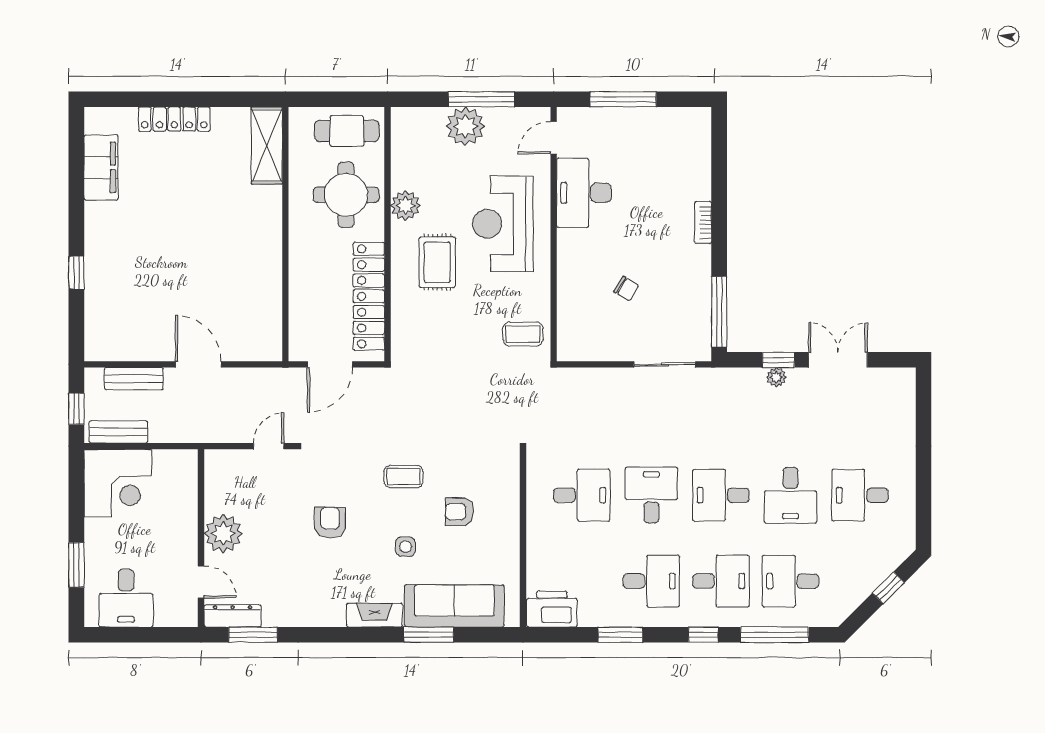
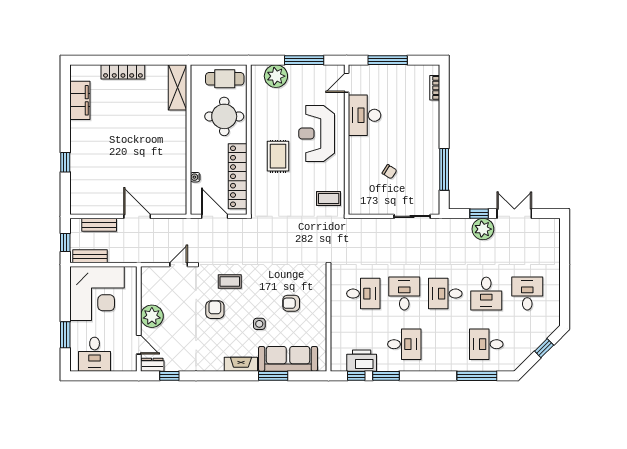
plant: (465, 126) -> (276, 76), moved
plant: (406, 206) -> (259, 123), removed
bookcase: (703, 223) -> (435, 88), moved
water cooler: (297, 298) -> (195, 177), added
window: (719, 312) -> (444, 169), moved
door: (330, 364) -> (215, 216), swing flipped
plant: (776, 377) -> (483, 229), width x1.87, depth x1.87
coffee table: (403, 477) -> (230, 282), moved
corner desk: (118, 483) -> (97, 294), width x1.36, depth x1.36
desk: (860, 495) -> (527, 294), turned 90
desk: (721, 581) -> (445, 344), removed
printer: (552, 609) -> (362, 361), moved
dresser: (233, 616) -> (152, 365), width x0.70
window: (253, 635) -> (169, 376), width x0.67
window: (703, 635) -> (356, 376), moved

